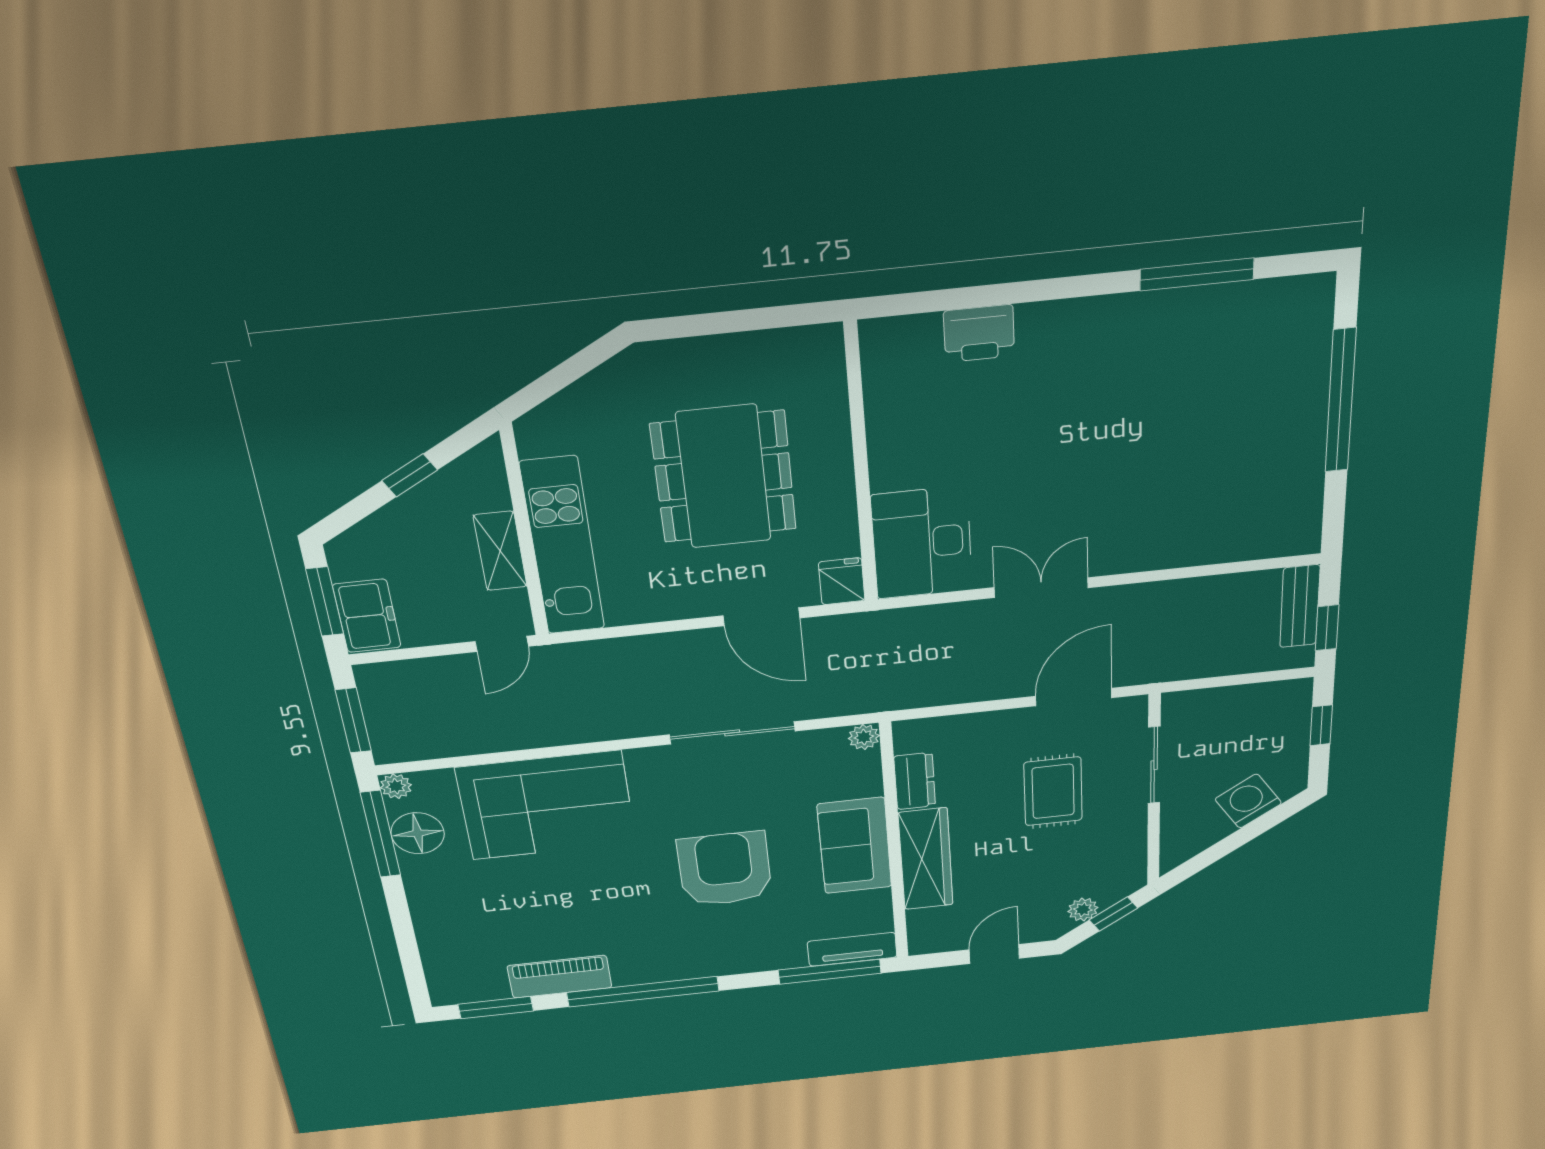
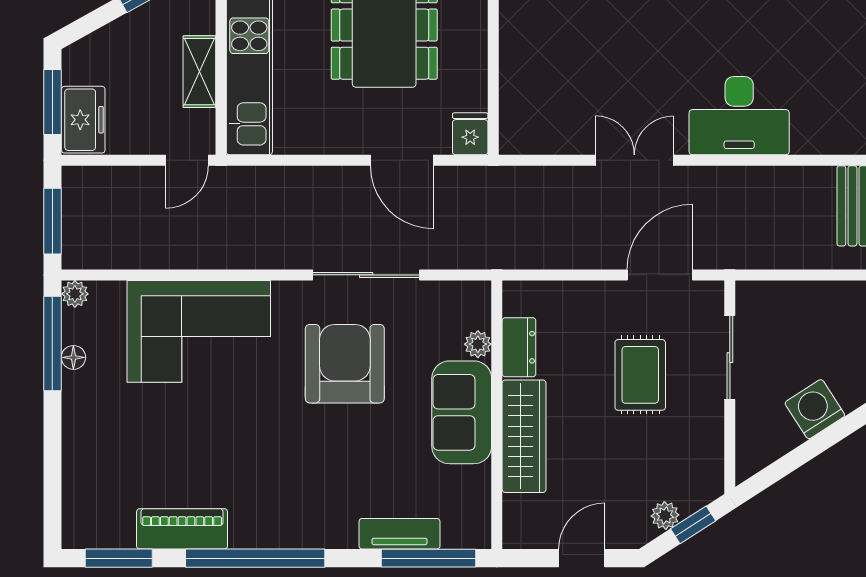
desk: (922, 543) -> (739, 116), moved, turned -90
plant: (864, 737) -> (478, 344), moved
floor lamp: (418, 833) -> (73, 357), width x0.53, depth x0.53
armchair: (725, 869) -> (345, 364), moved
tv unit: (852, 949) -> (399, 534), moved

